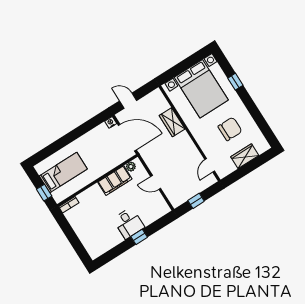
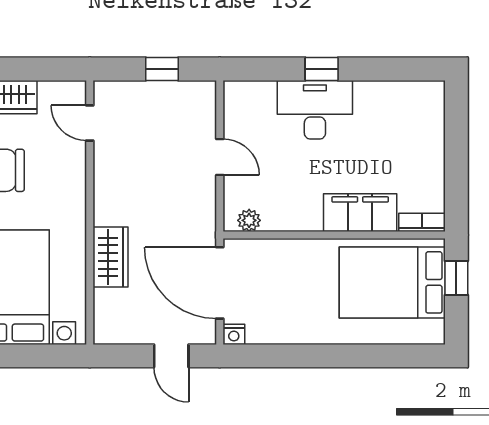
door: (210, 165) -> (90, 123), swing flipped
bed: (63, 172) -> (392, 282), width x1.50
filing cabinet: (115, 181) -> (360, 213), moved
desk: (129, 223) -> (315, 110), width x1.37

